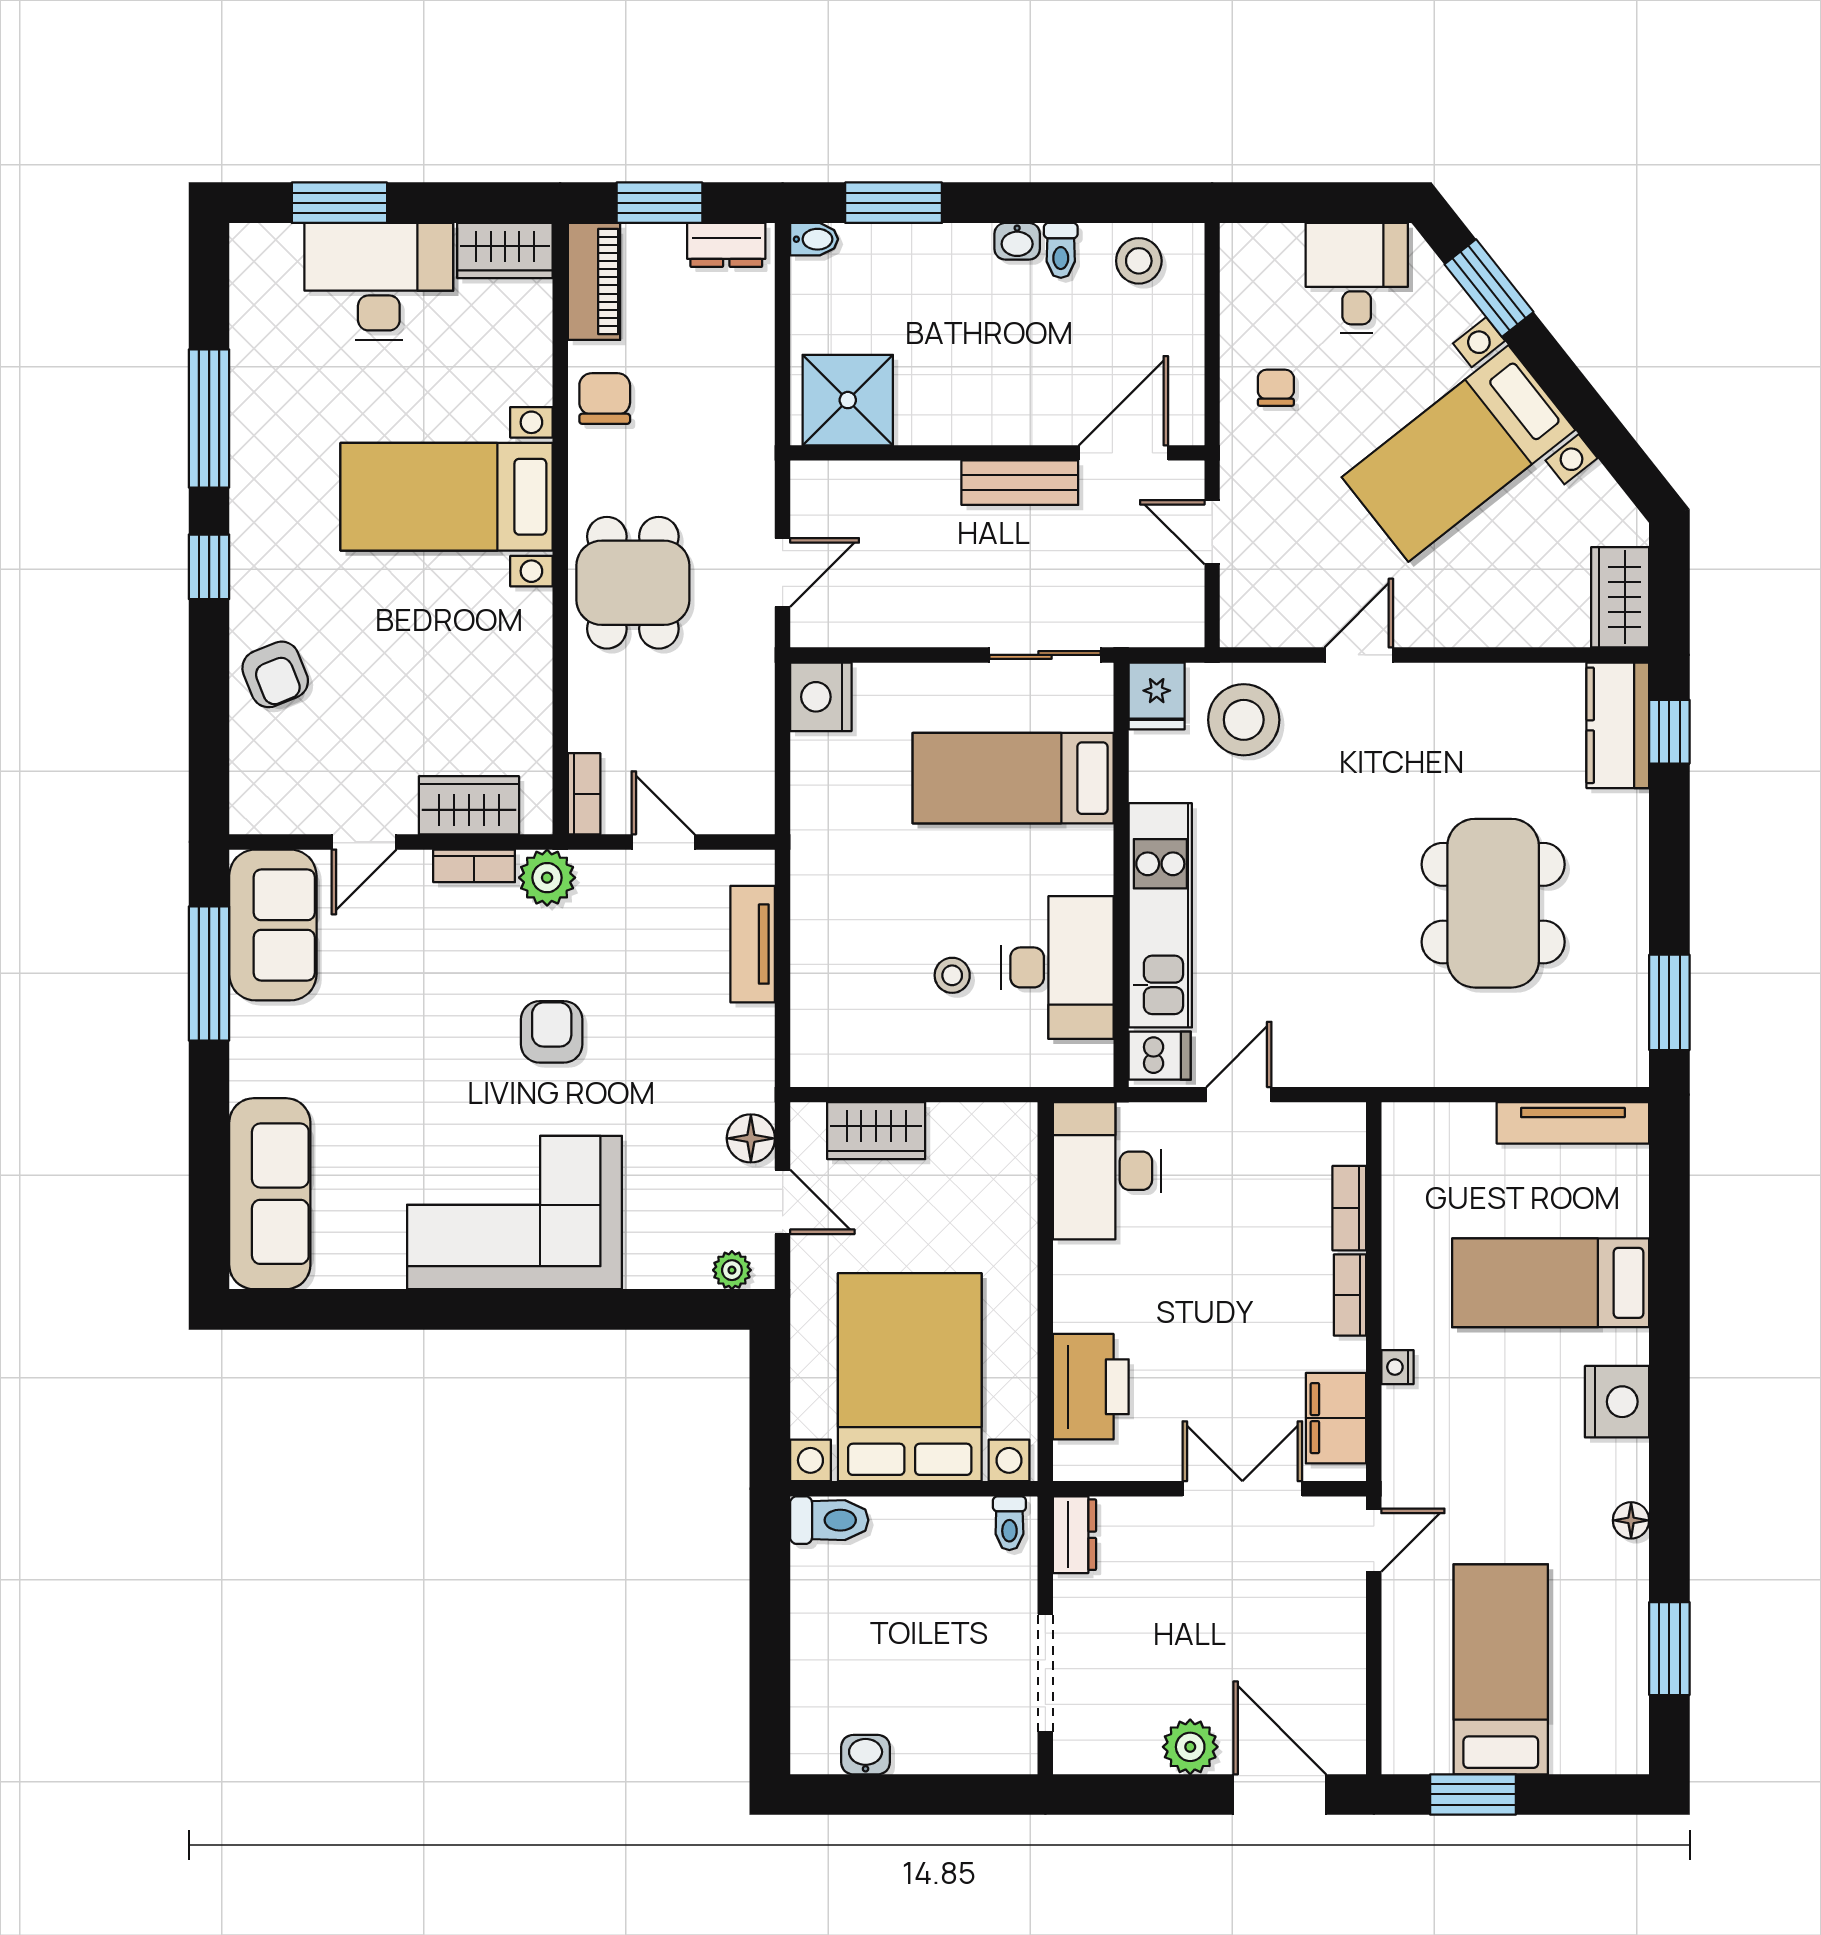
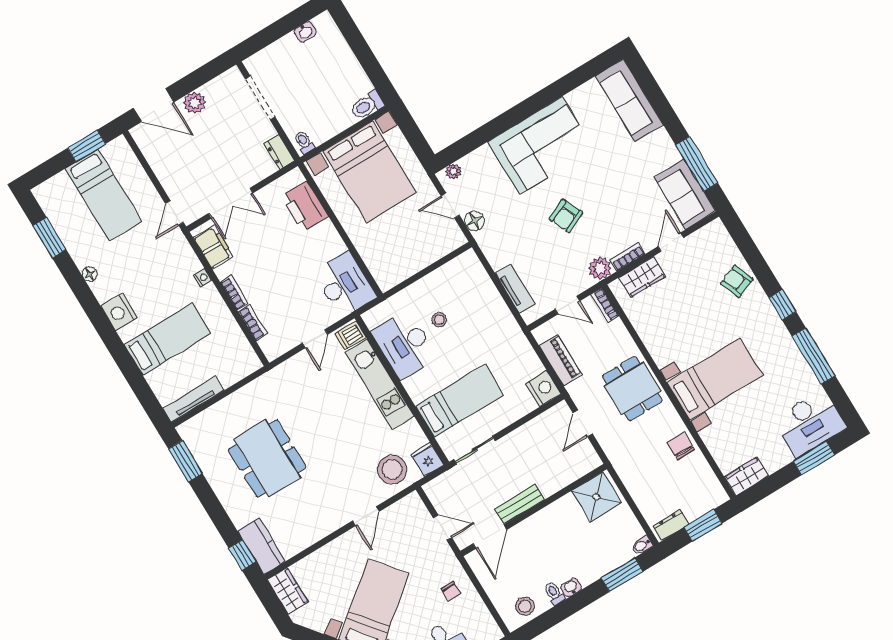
desk: (379, 281) -> (810, 423), moved
piano: (594, 281) -> (560, 360), moved, turned 180
chair: (605, 399) -> (681, 446), turned 180
armchair: (552, 1032) -> (566, 216), turned 65
wardrobe: (876, 1131) -> (433, 250), removed

